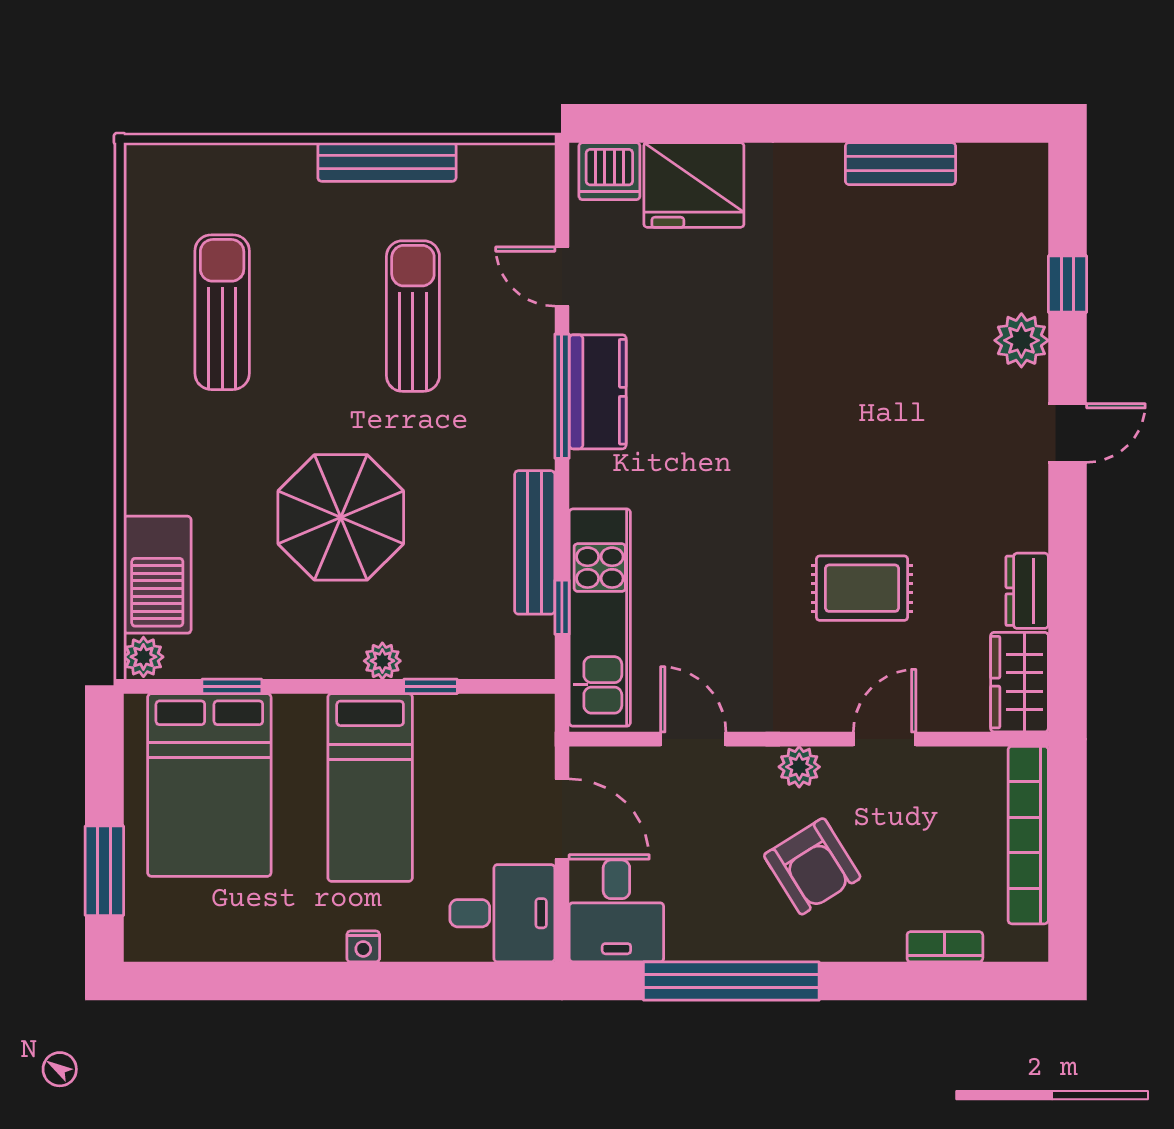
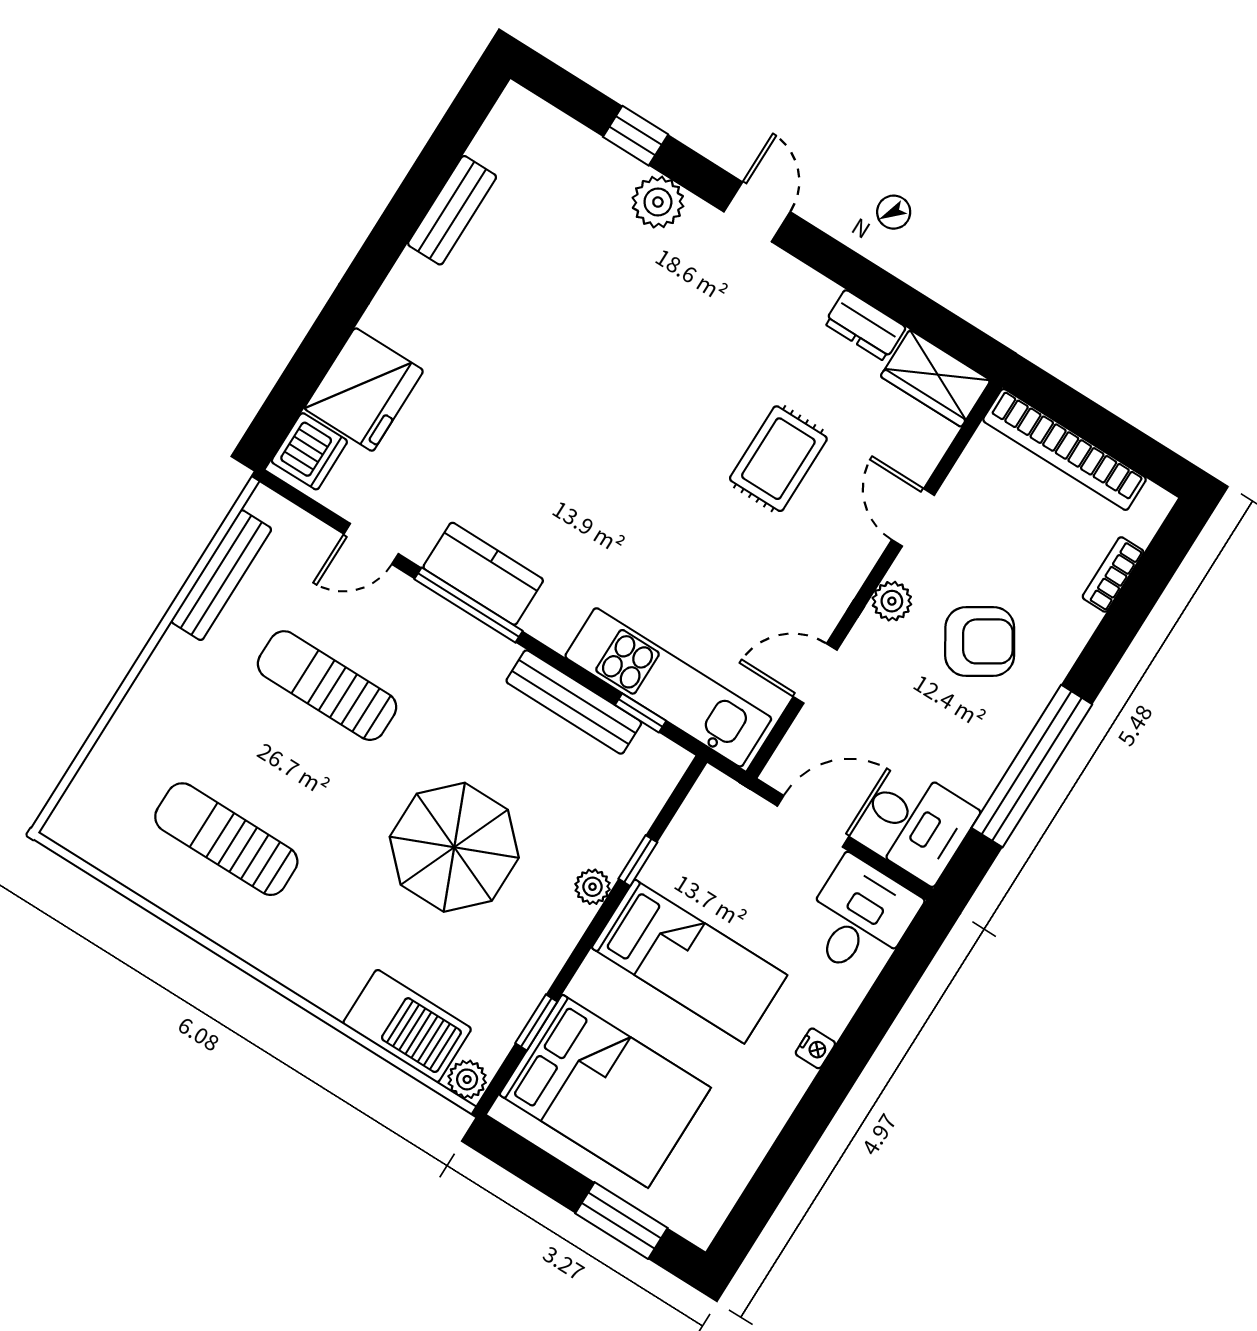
bench: (387, 162) -> (221, 575), moved

